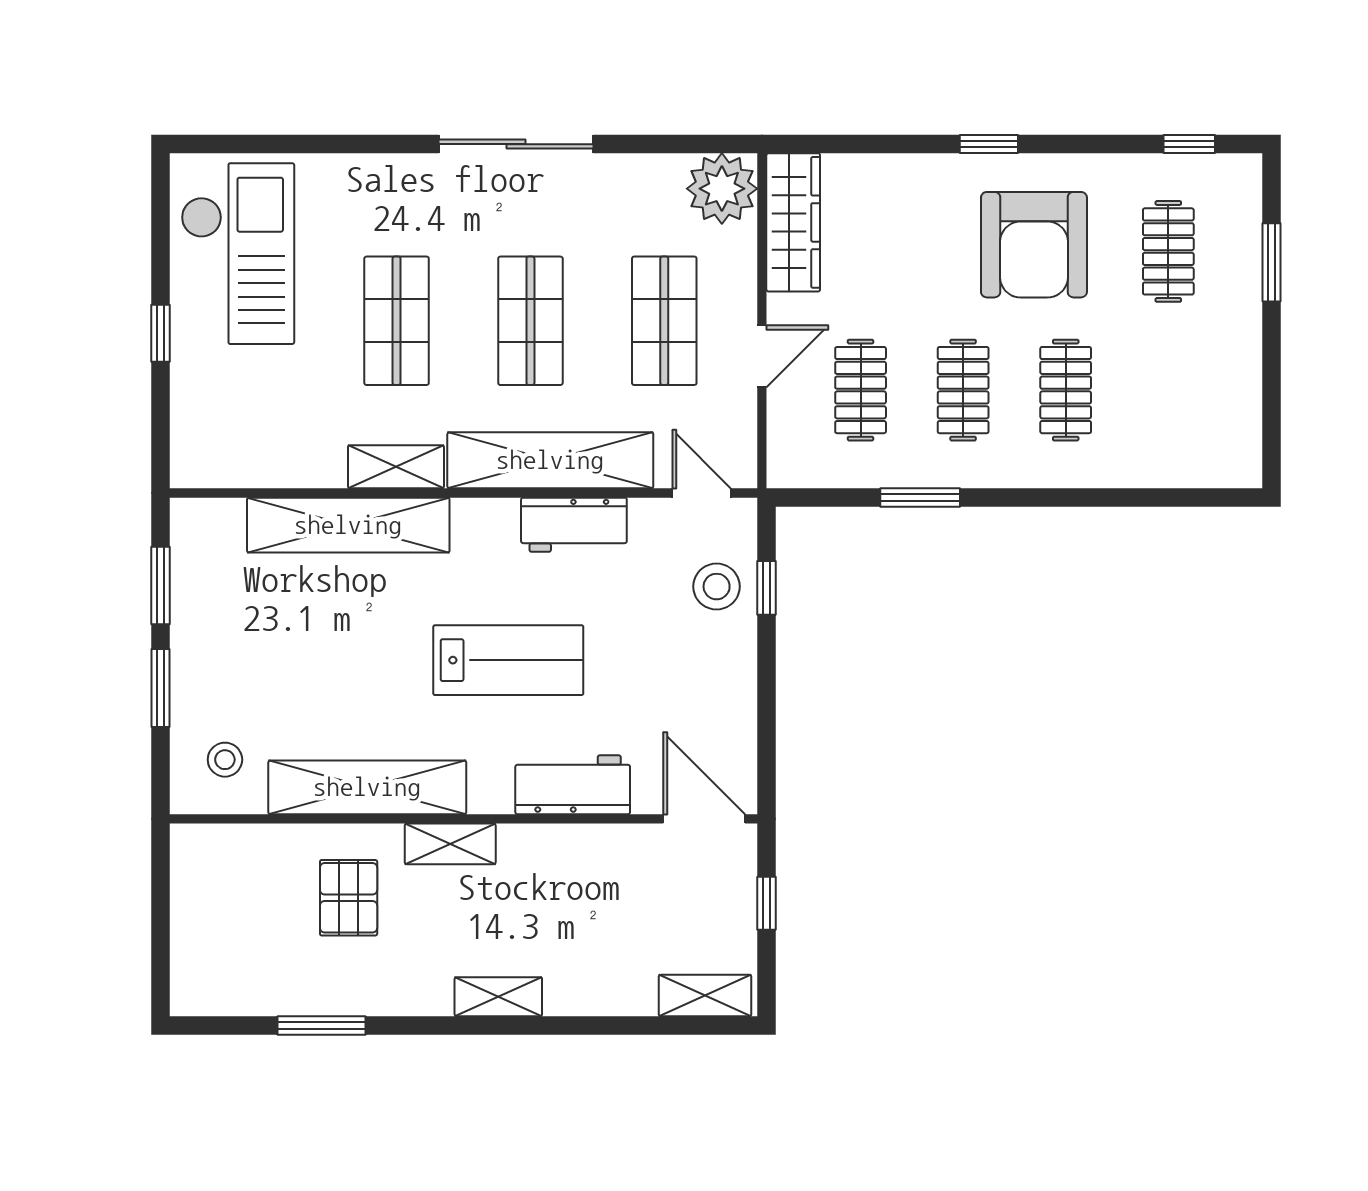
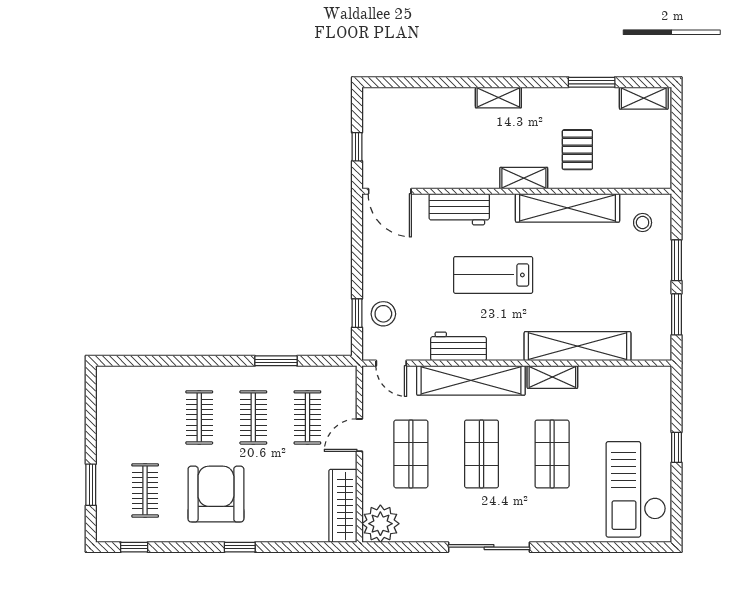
shelving: (705, 996) -> (644, 98), moved

